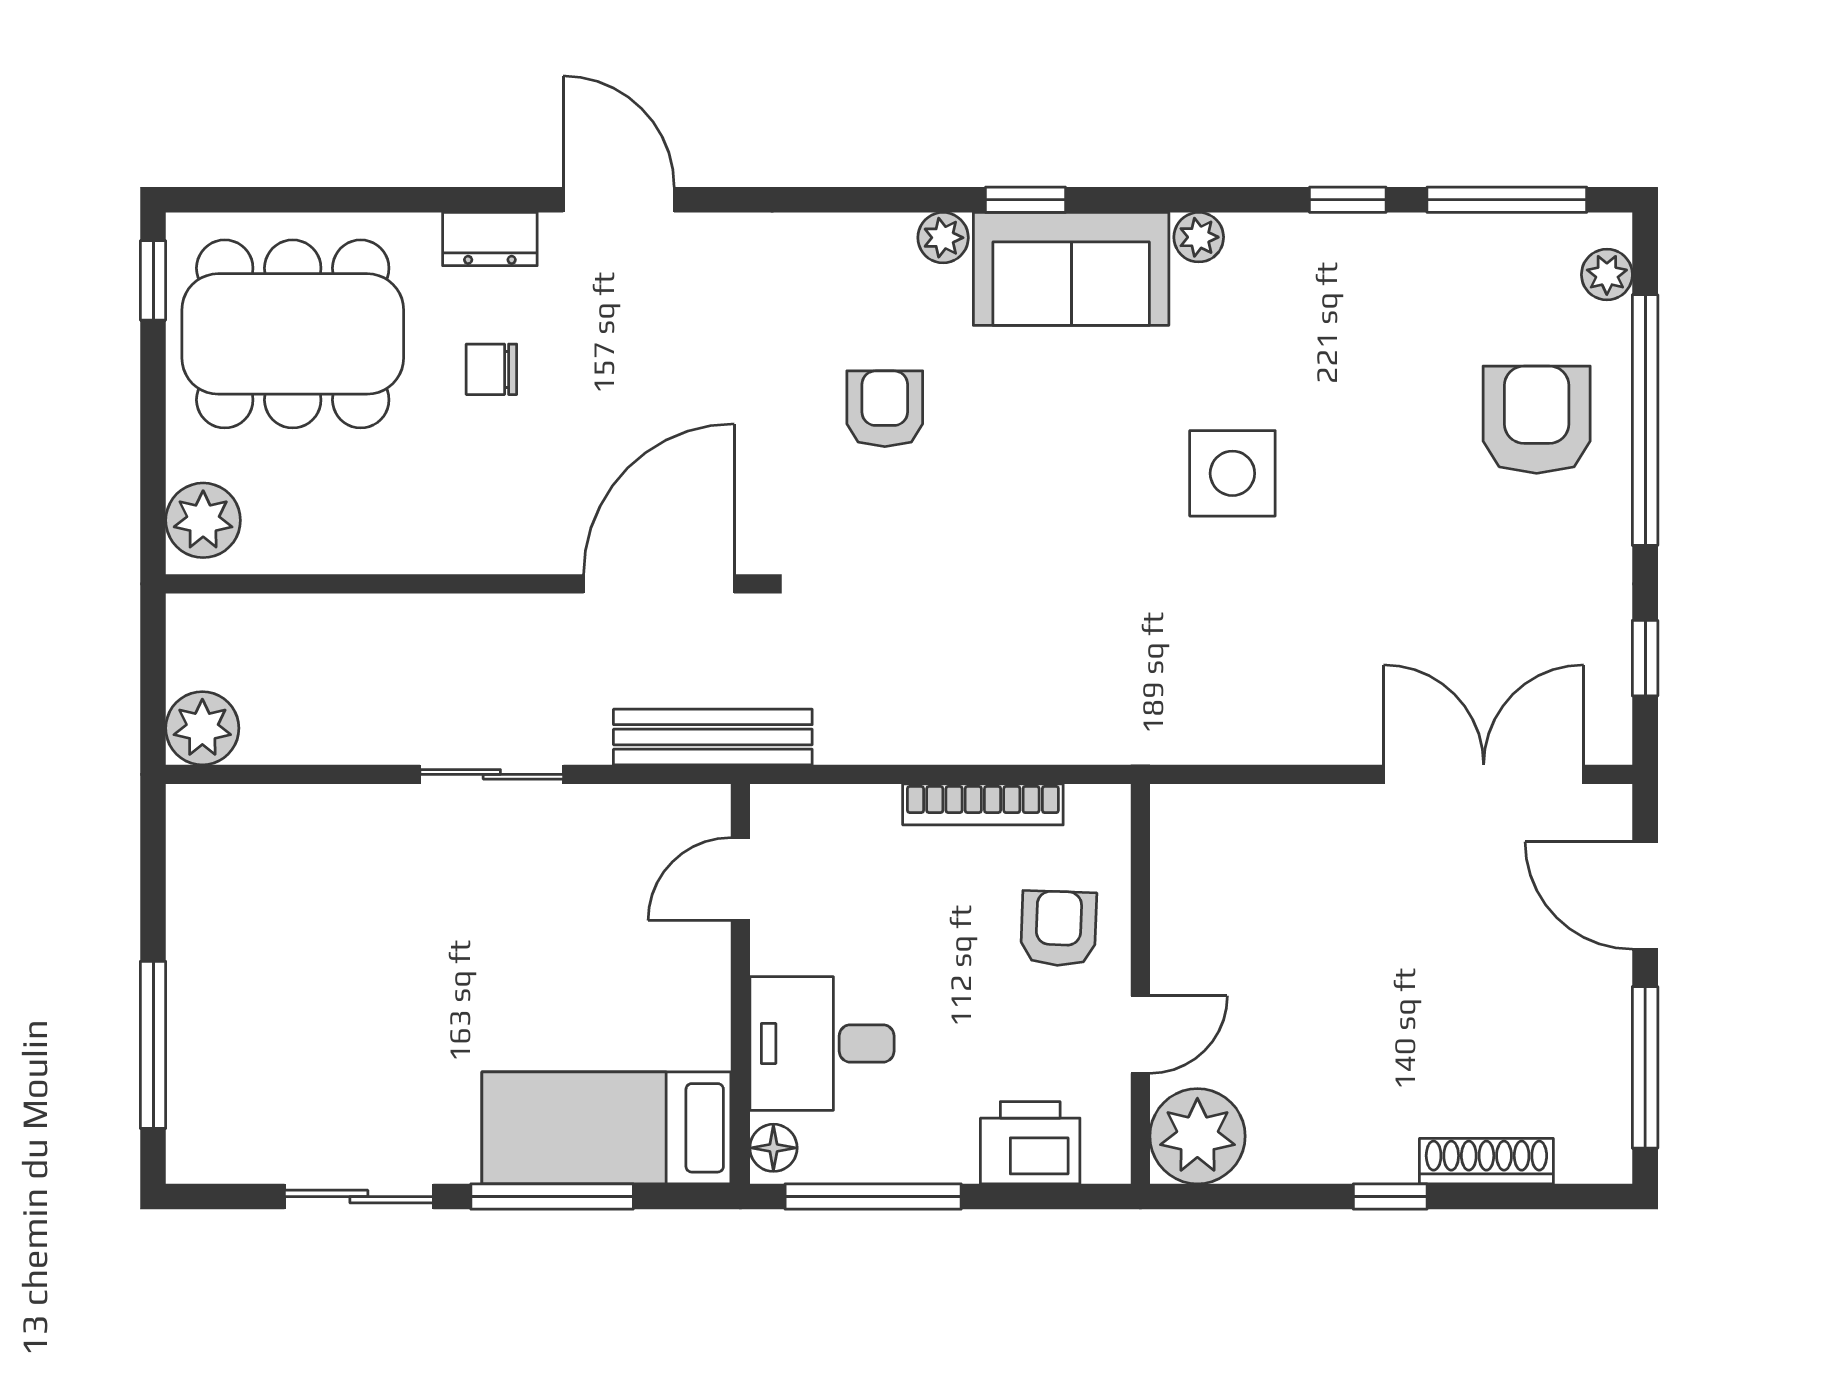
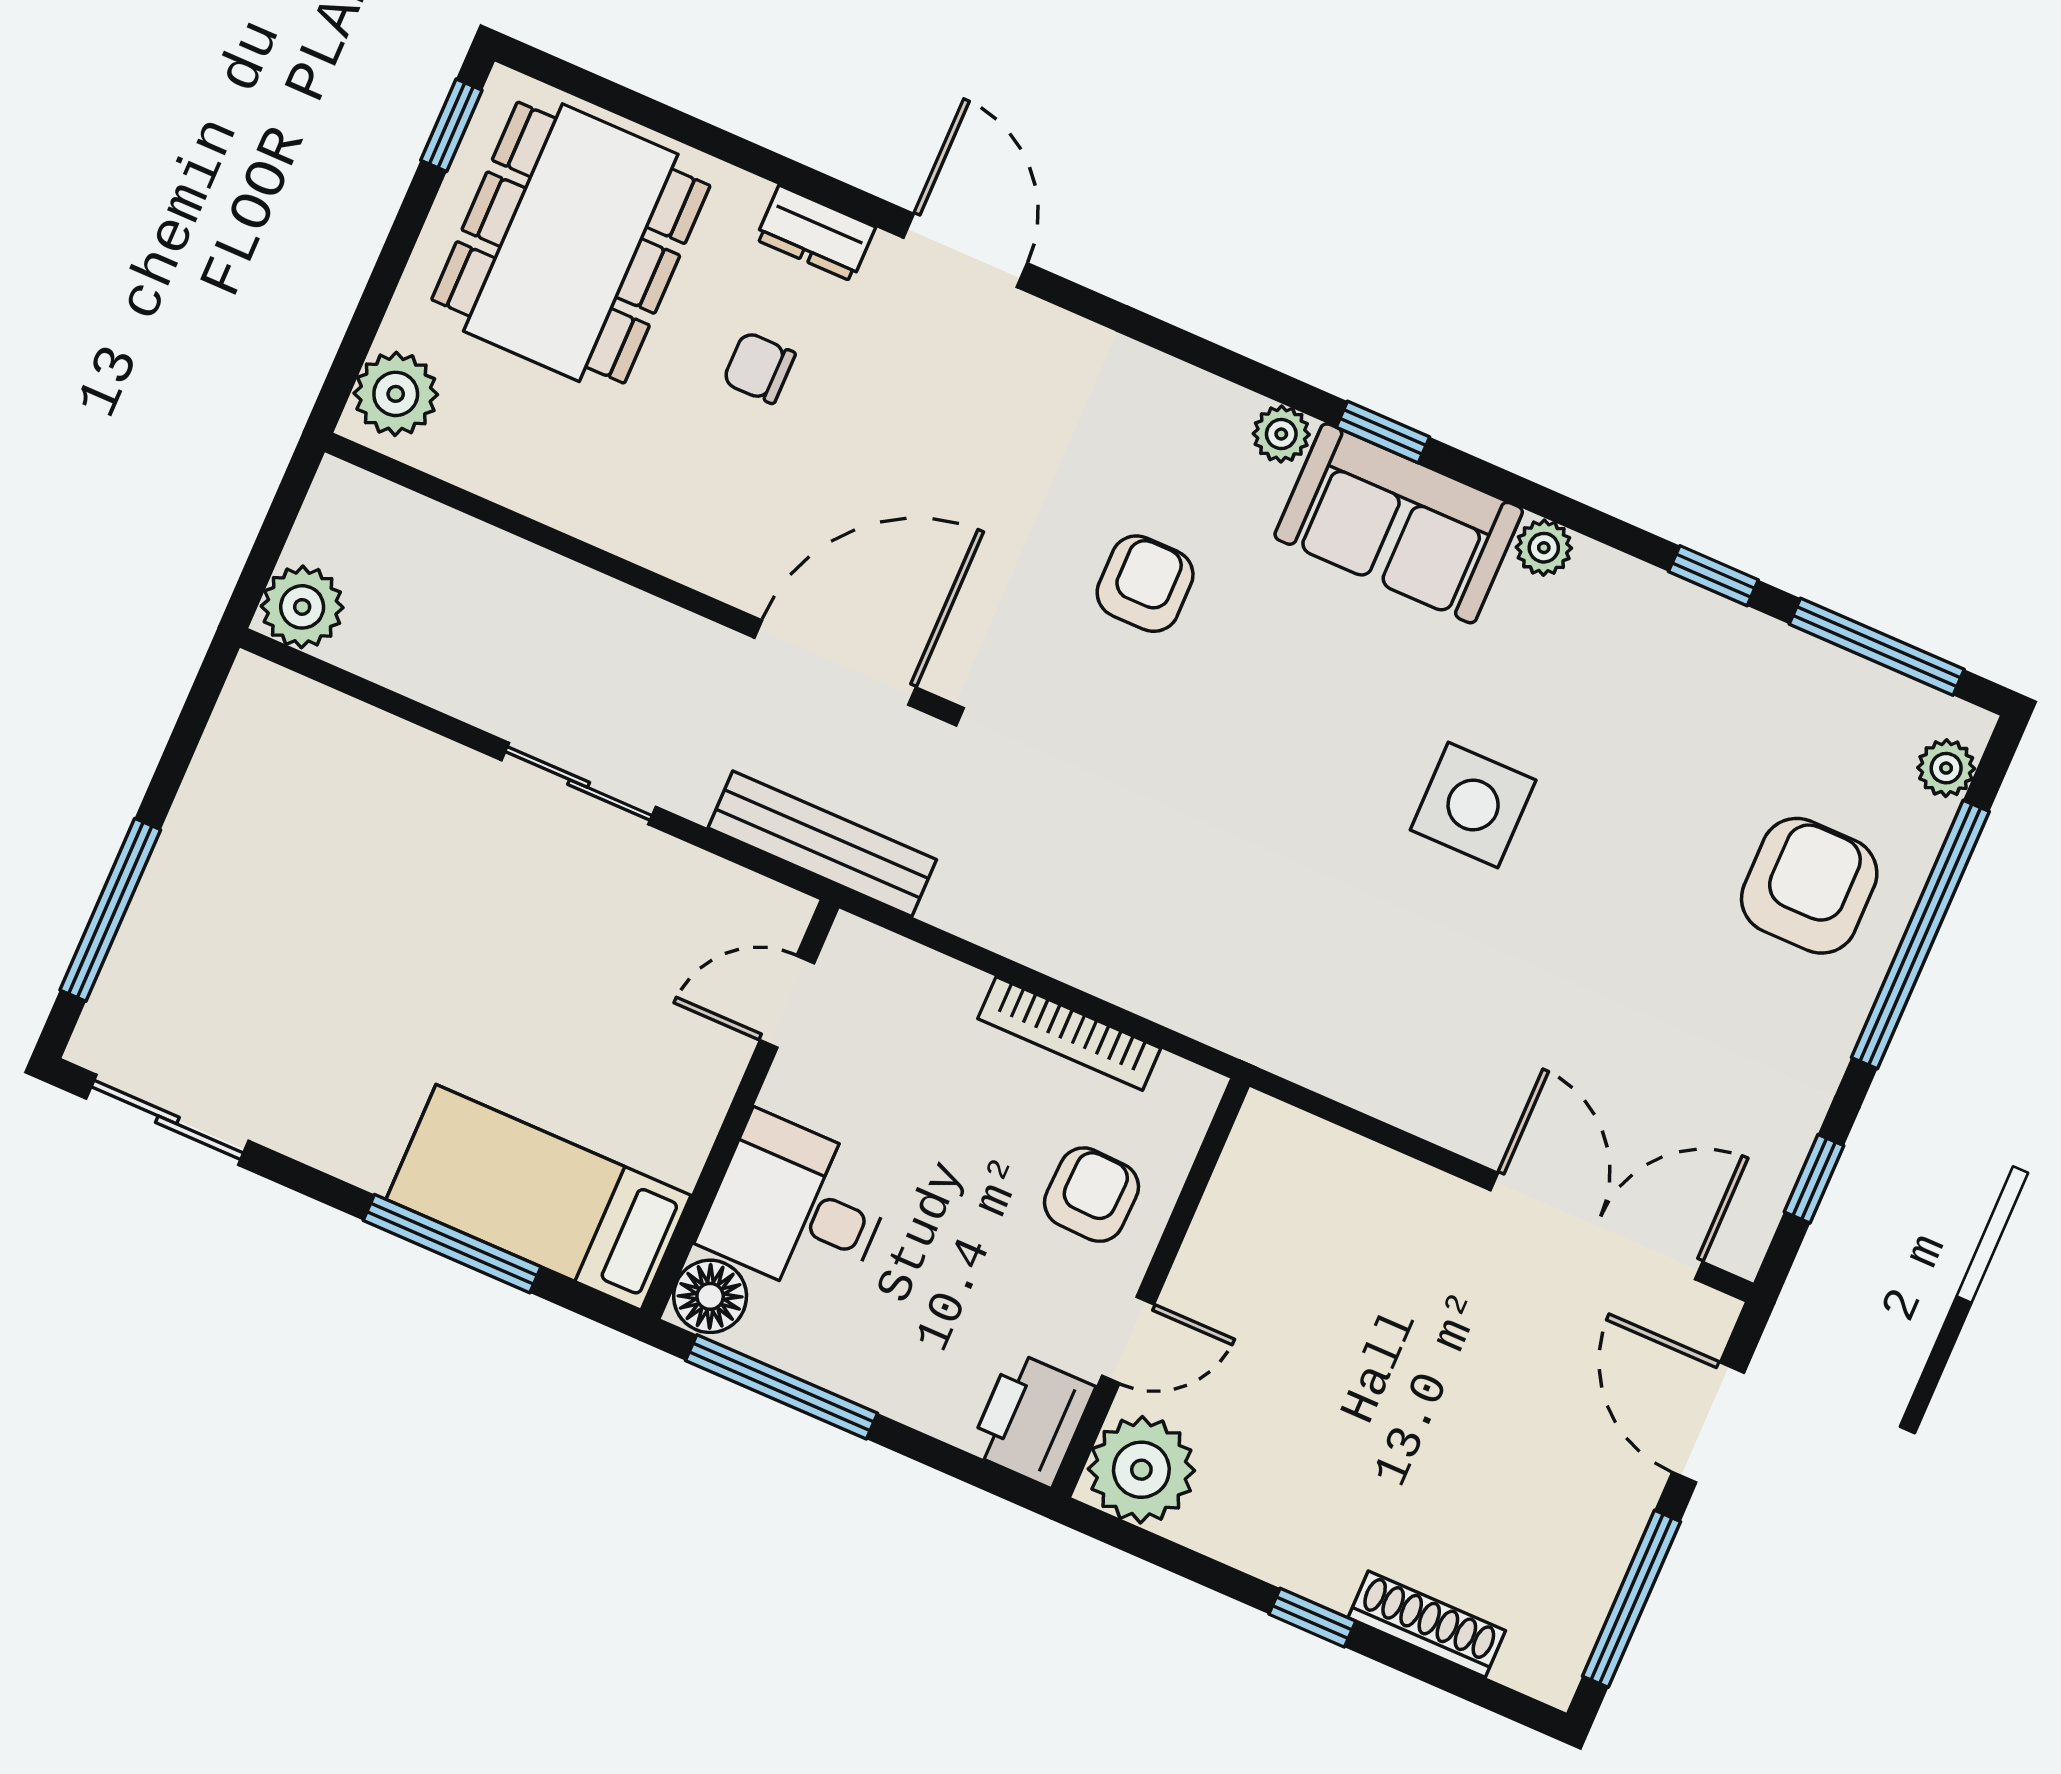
dining table: (293, 334) -> (571, 243), turned 90
printer: (1030, 1143) -> (1032, 1419), moved, turned -90
floor lamp: (773, 1148) -> (710, 1296), width x1.37, depth x1.37
sliding door: (359, 1197) -> (167, 1120), moved

